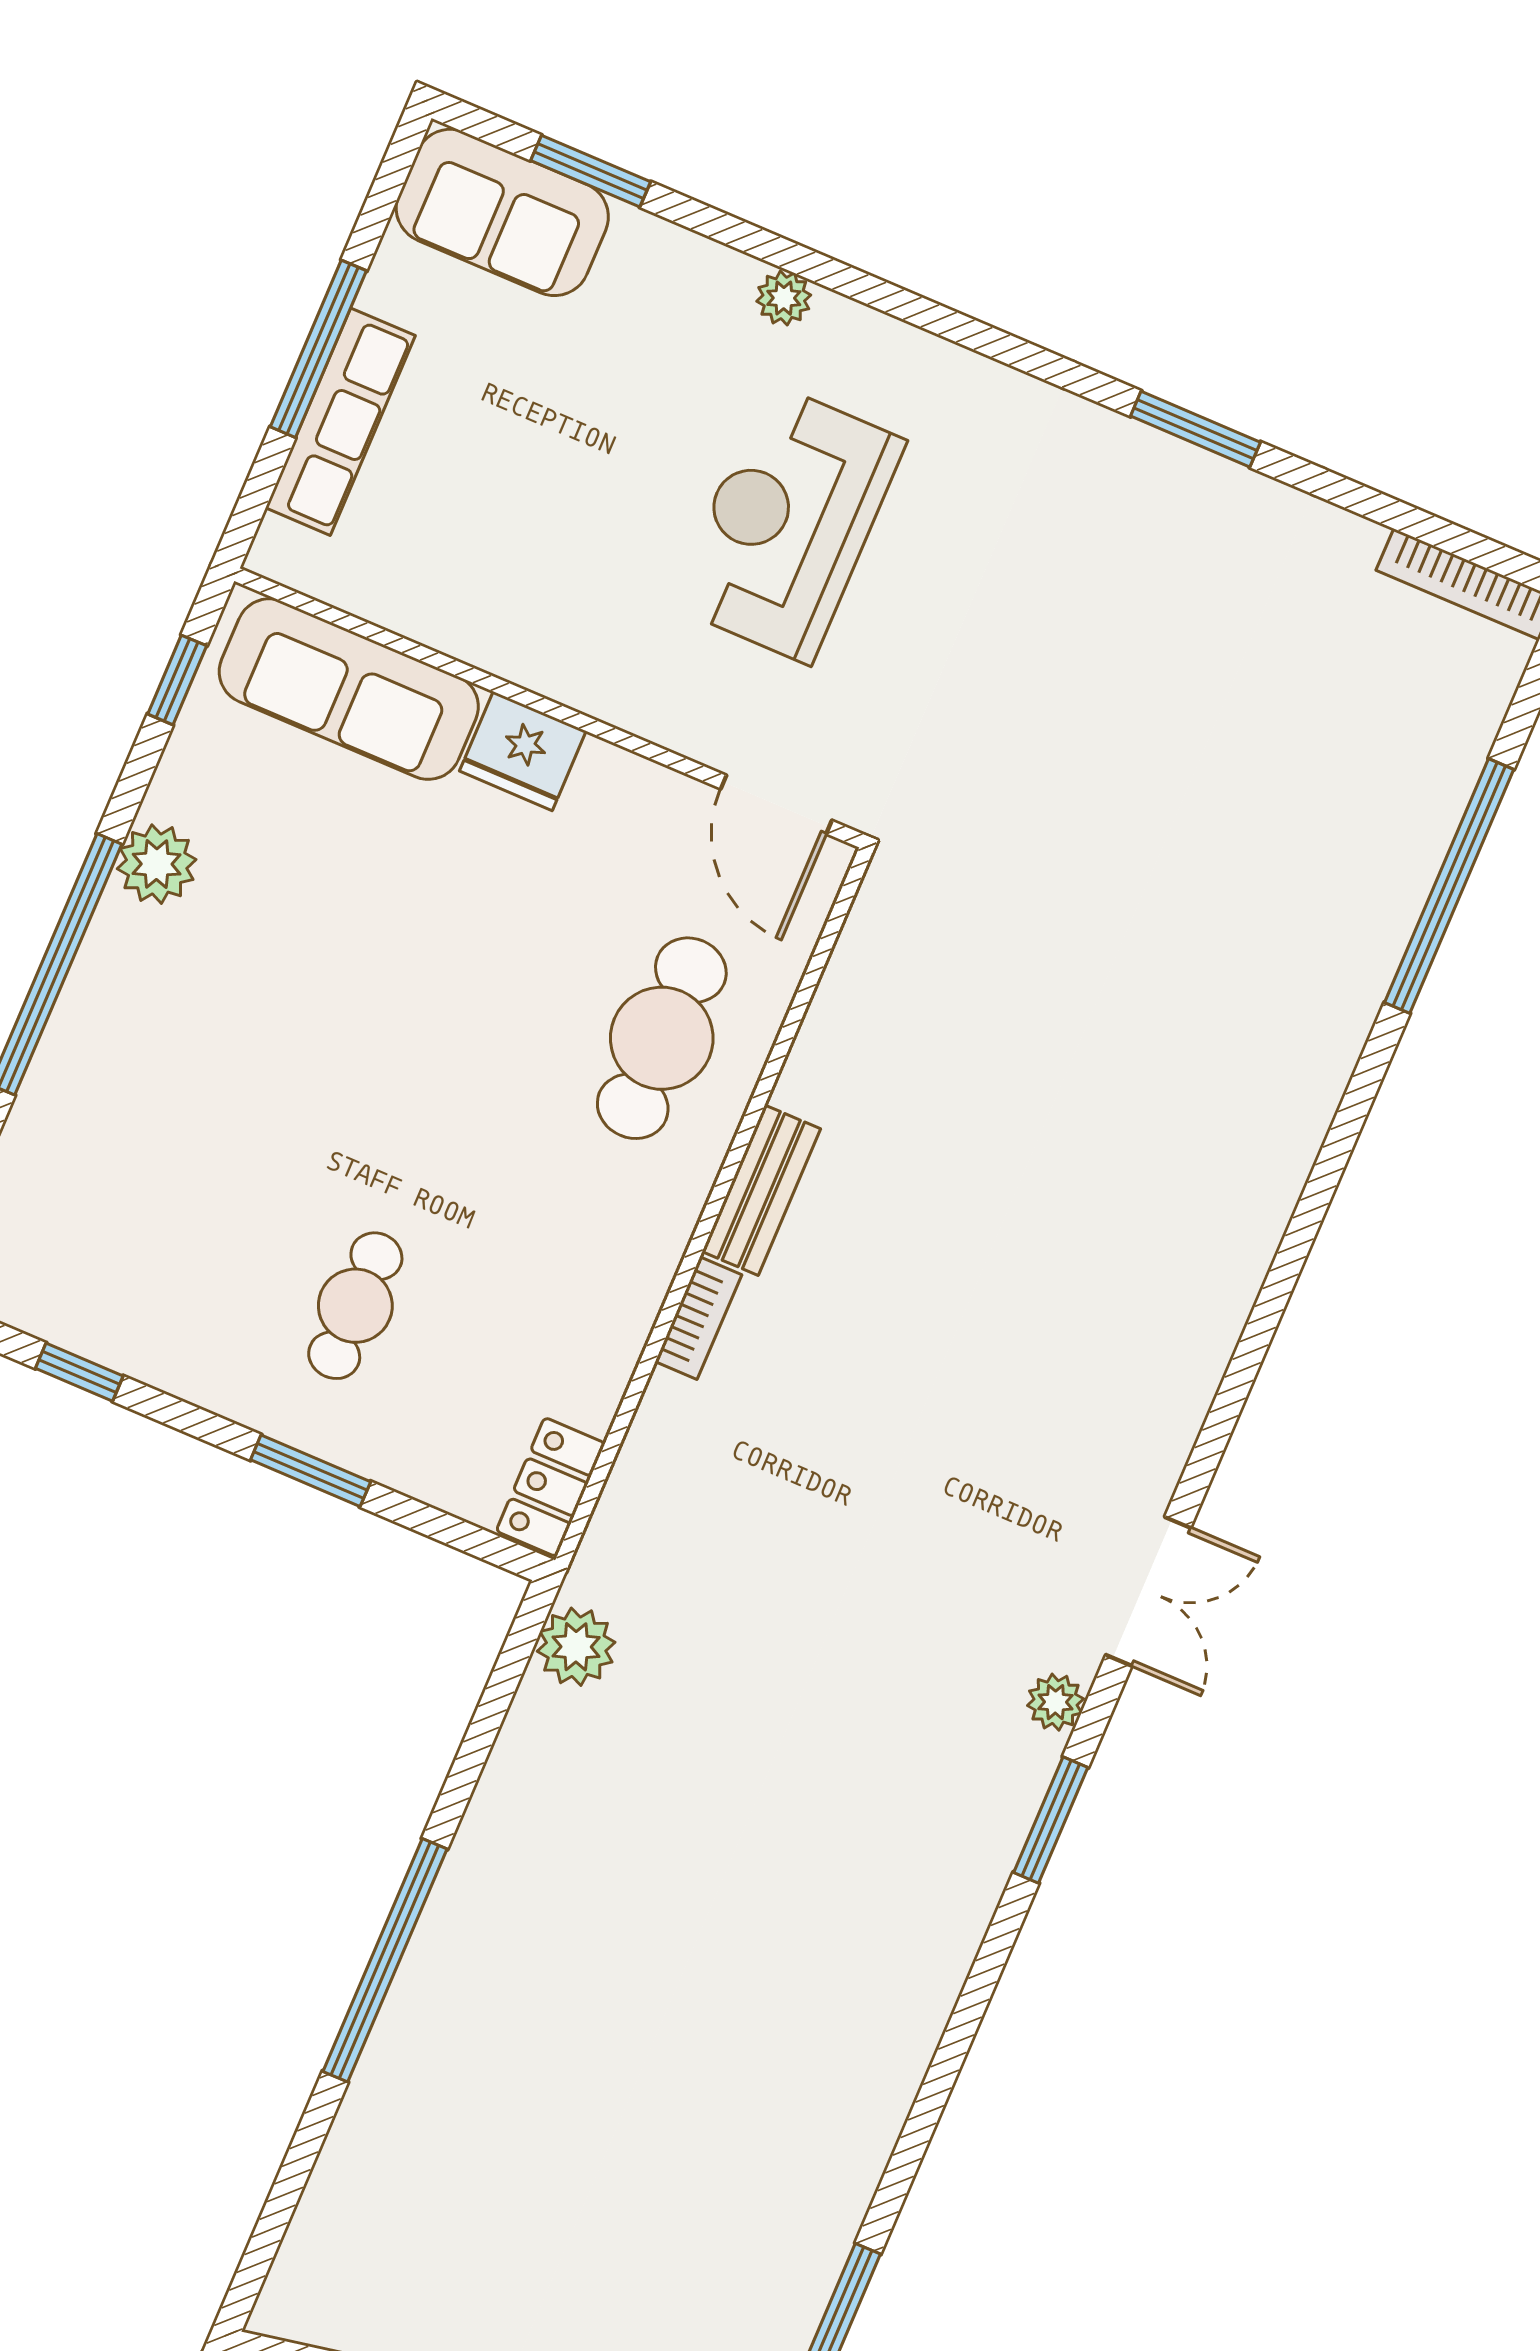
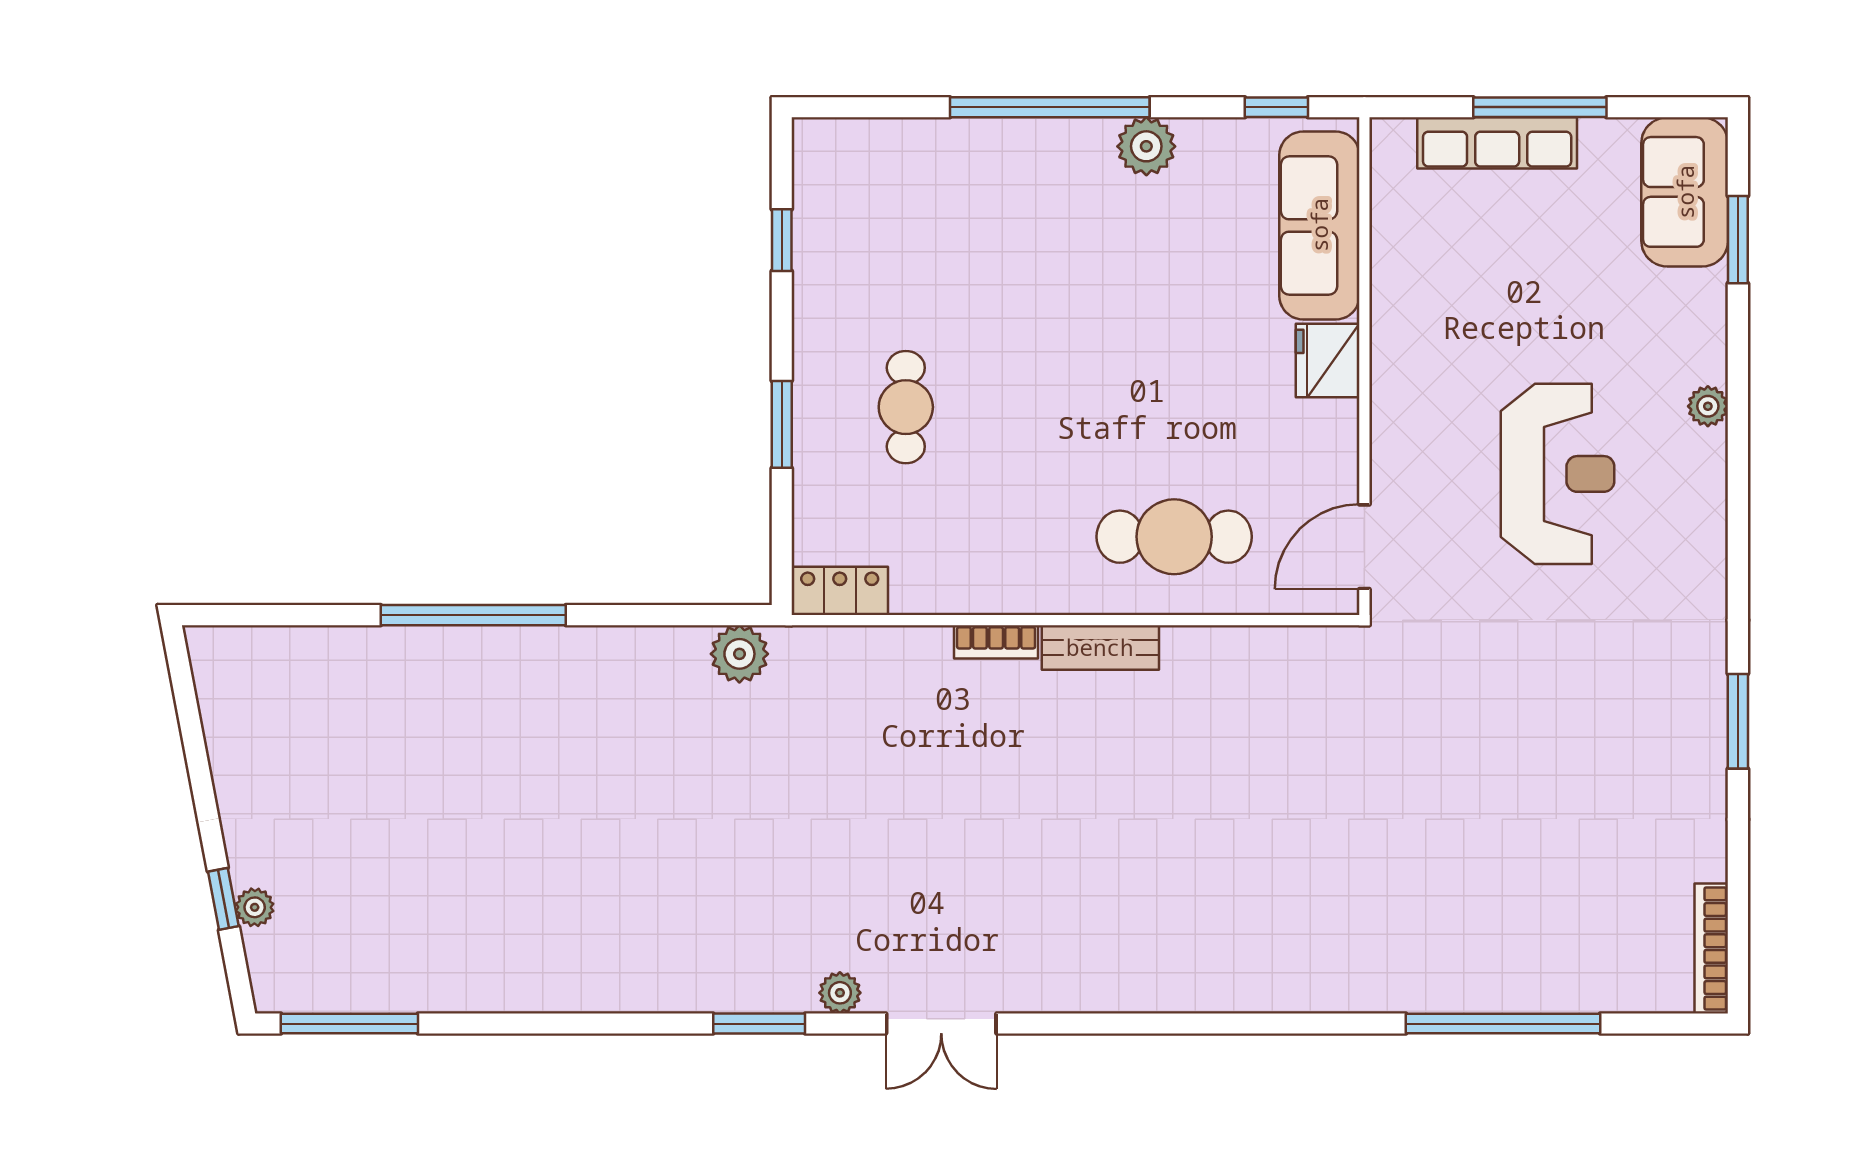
reception desk: (788, 523) -> (1558, 474), turned 90
cafe table: (355, 1306) -> (906, 407), turned 90

